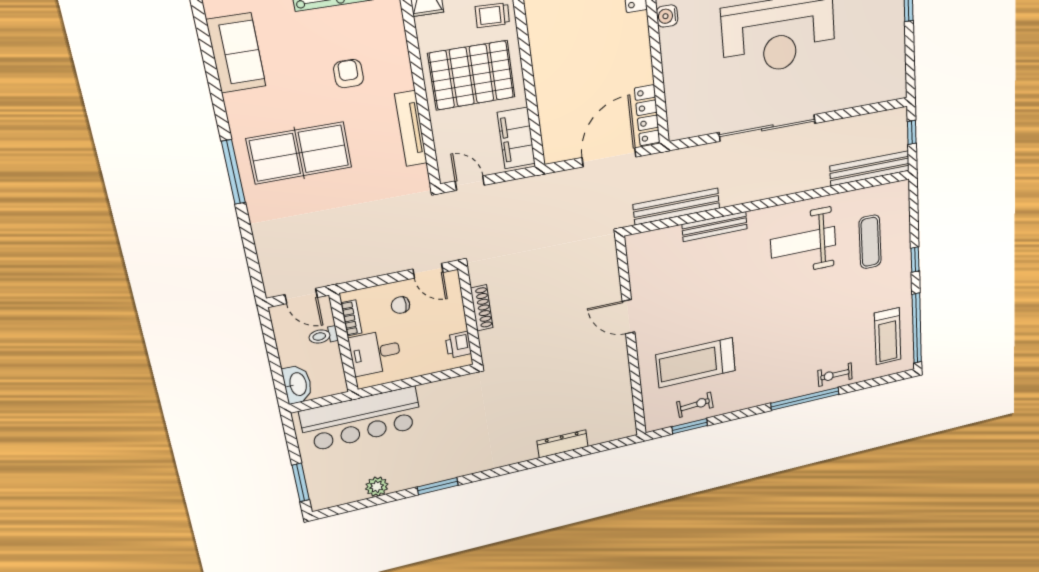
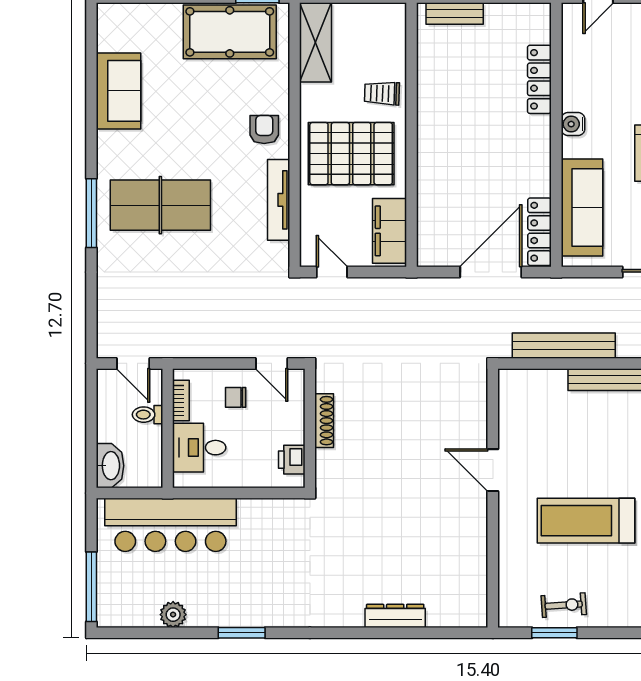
armchair: (348, 74) -> (264, 129), moved
sofa: (681, 88) -> (582, 207), added
treadmill: (696, 363) -> (586, 521), moved
window: (301, 482) -> (91, 587), width x1.44

